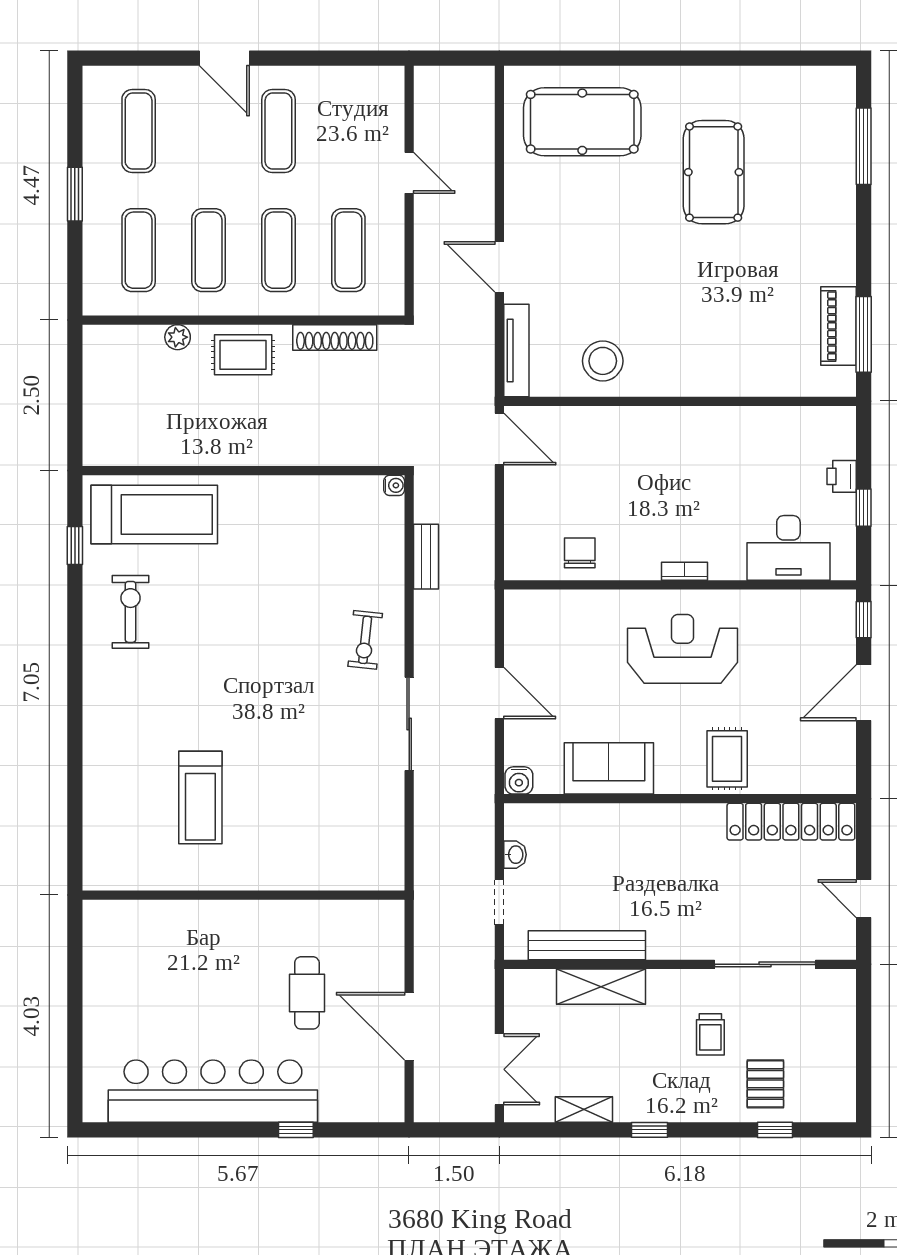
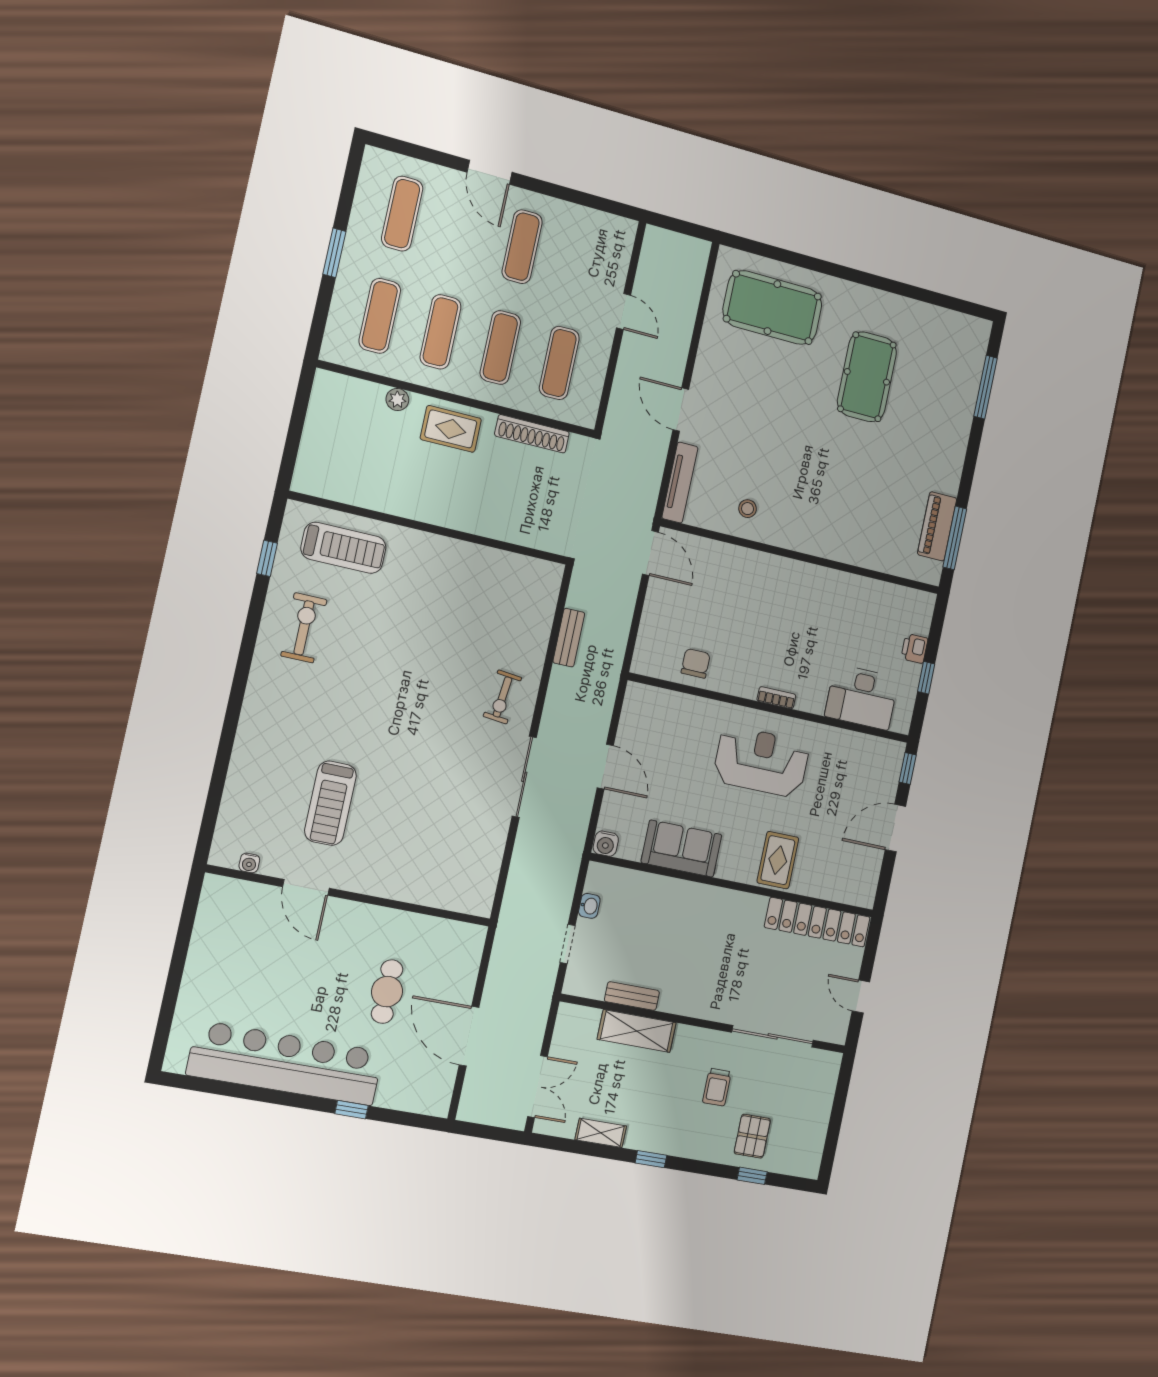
stool: (603, 361) -> (748, 509), width x0.53, depth x0.53
water cooler: (394, 485) -> (249, 863), moved, turned 90
treadmill: (154, 515) -> (343, 548), width x0.73, depth x0.73
door: (194, 895) -> (306, 887), added
bench: (587, 945) -> (632, 996), width x0.54, depth x0.82

